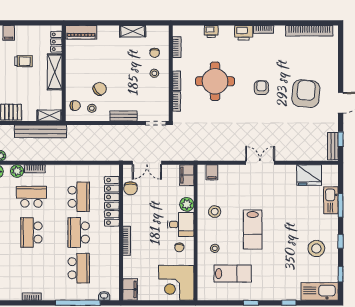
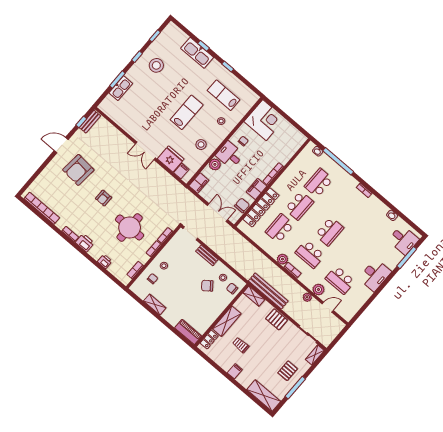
plant: (17, 171) -> (282, 259), moved
fridge: (309, 175) -> (171, 159), moved
filing cabinet: (130, 289) -> (257, 189), moved
kitchen sink: (320, 291) -> (197, 53), moved

